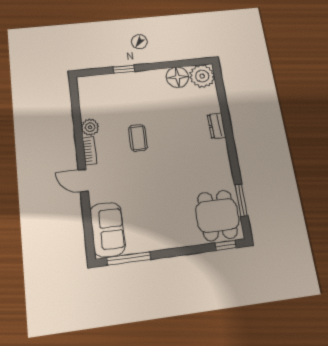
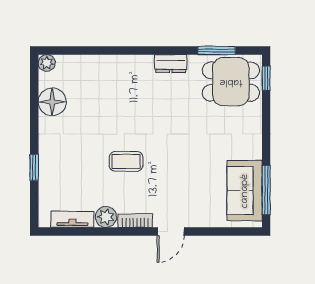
plant: (202, 76) -> (47, 63), width x0.53, depth x0.53
tv unit: (85, 102) -> (72, 219), added
dresser: (217, 126) -> (171, 64), moved
sofa: (107, 229) -> (245, 191), moved, turned -90

